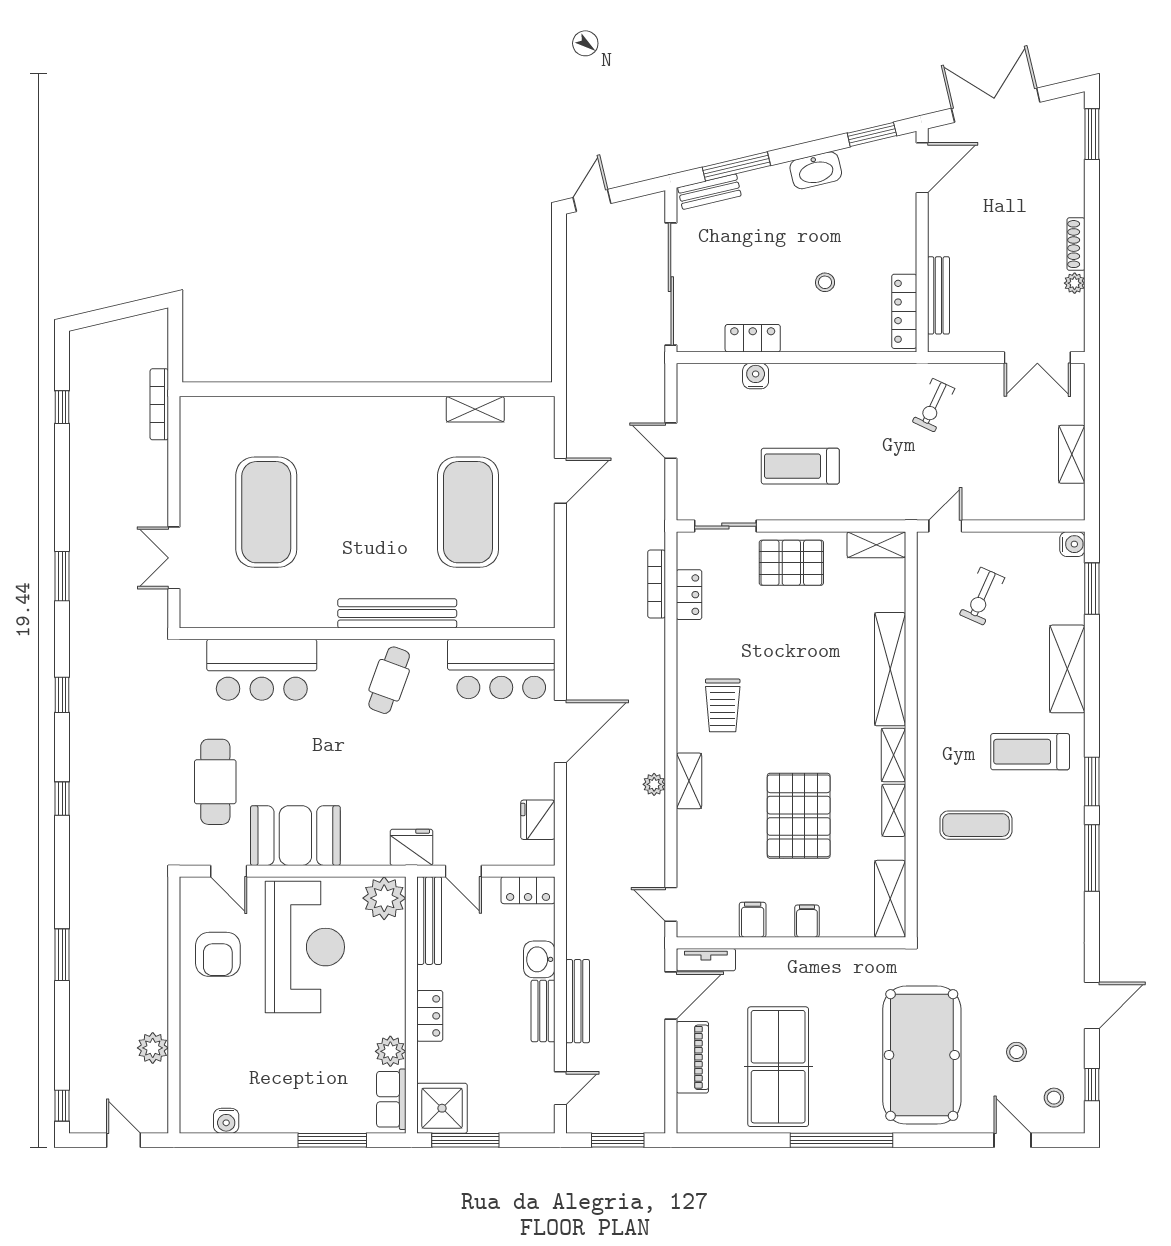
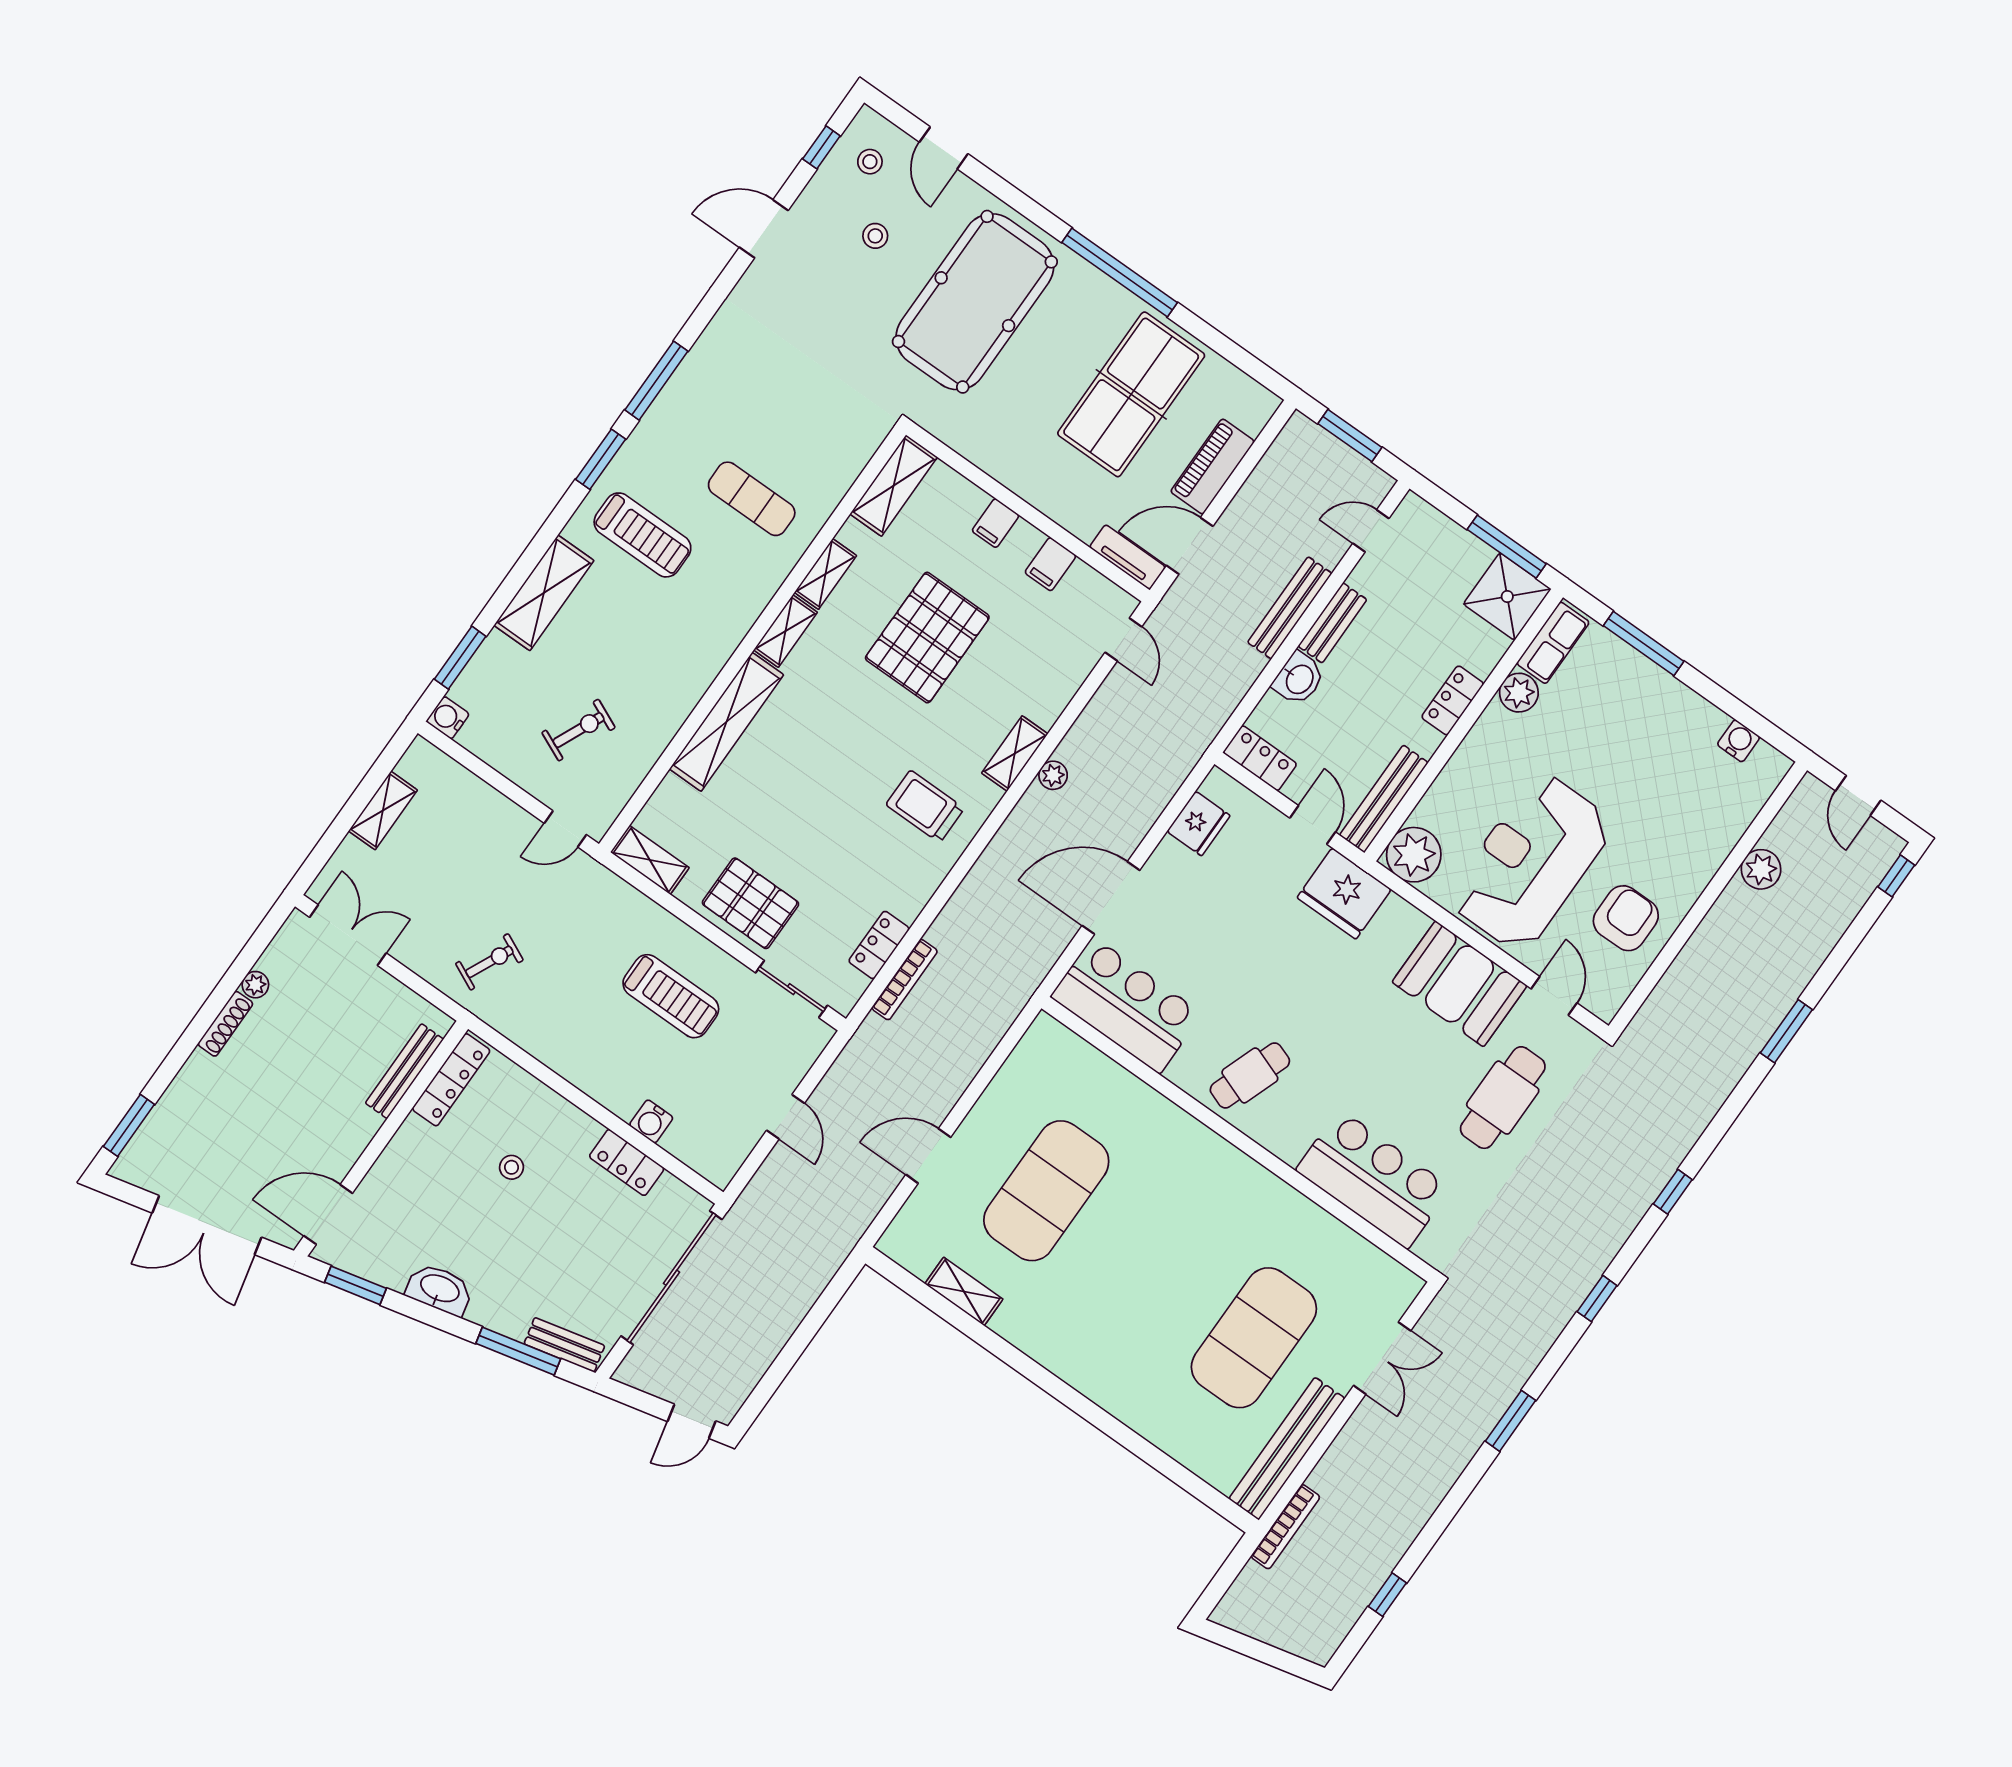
bench: (397, 613) -> (1287, 1449), moved, turned 90
trolley: (723, 705) -> (925, 806), turned -90
fridge: (412, 847) -> (1344, 894), width x1.36, depth x1.34

